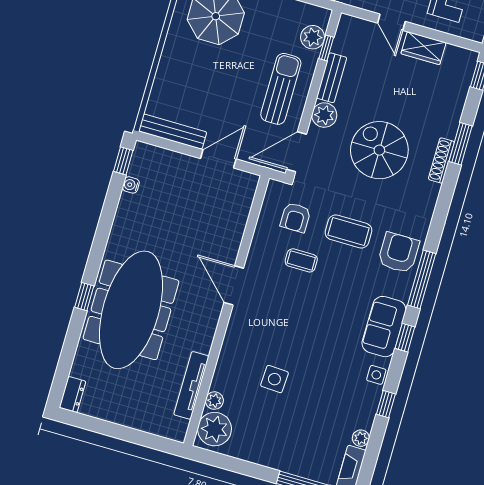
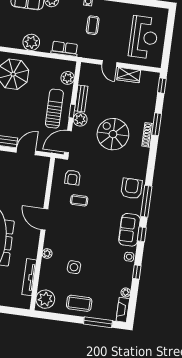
window: (326, 48) -> (72, 111), moved
coffee table: (348, 231) -> (79, 303), moved
plant: (214, 401) -> (47, 254), moved

